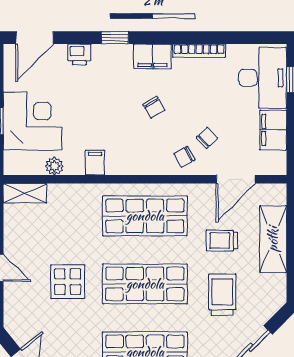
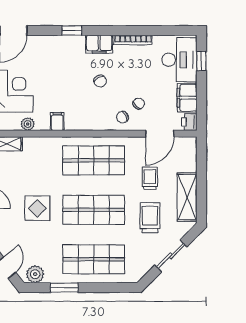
printer: (79, 54) -> (189, 122), moved, turned 90
shelving: (273, 239) -> (187, 197), moved
trolley: (222, 241) -> (150, 178), turned 90

